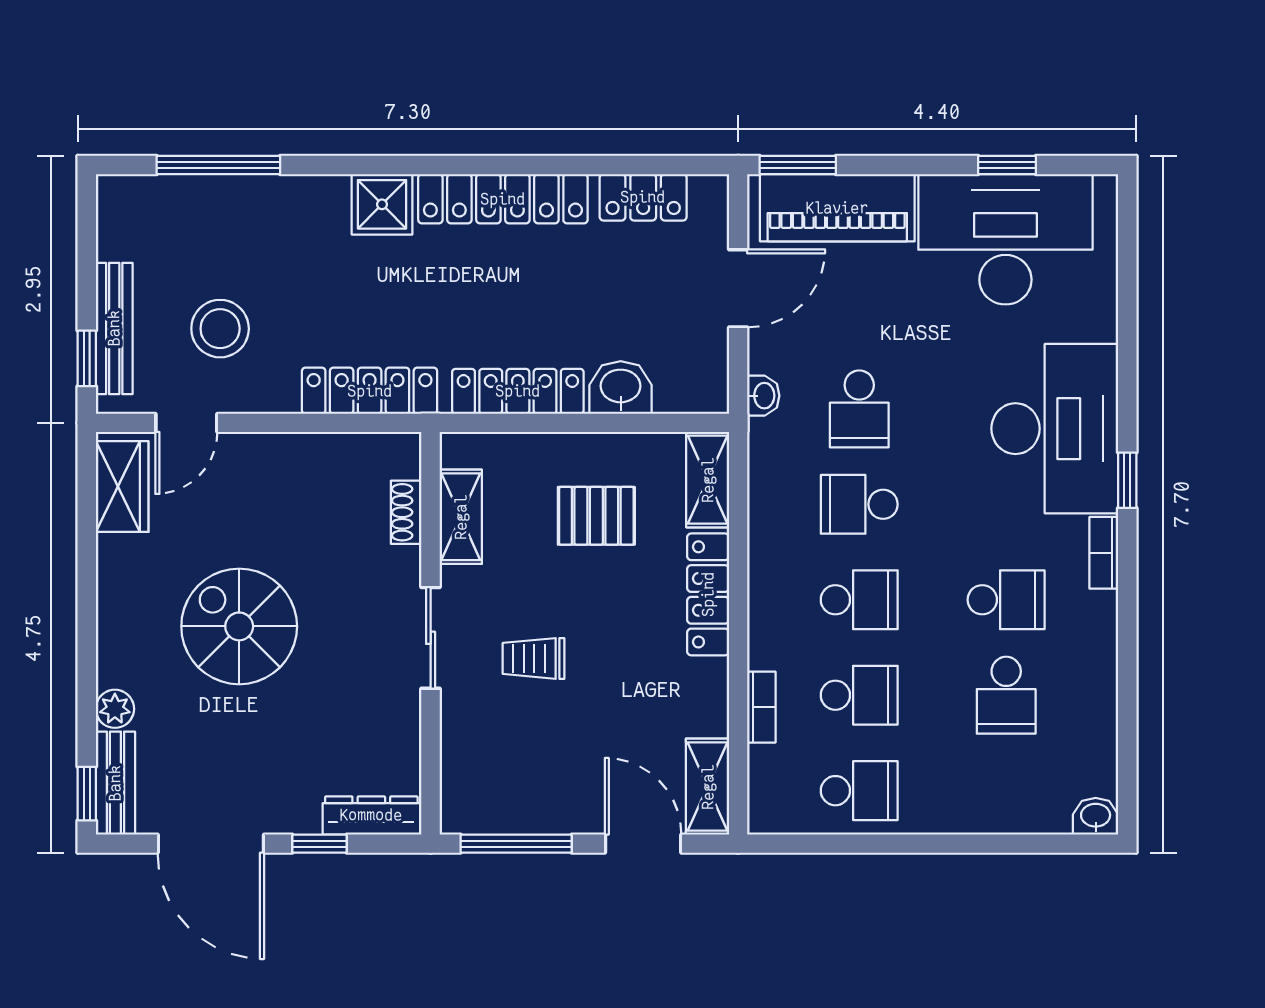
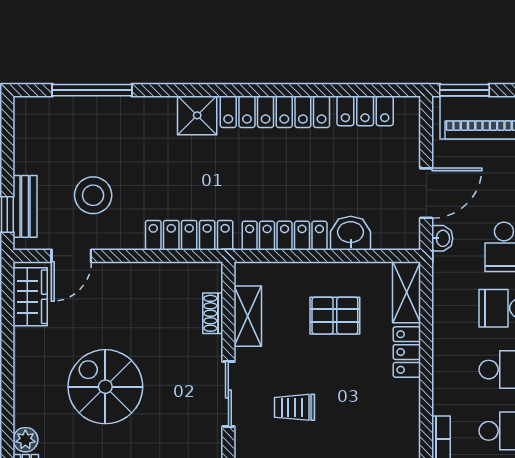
door: (738, 288) -> (426, 193), moved
bench: (114, 328) -> (25, 206), width x0.73
locker: (708, 594) -> (407, 352), width x0.66

